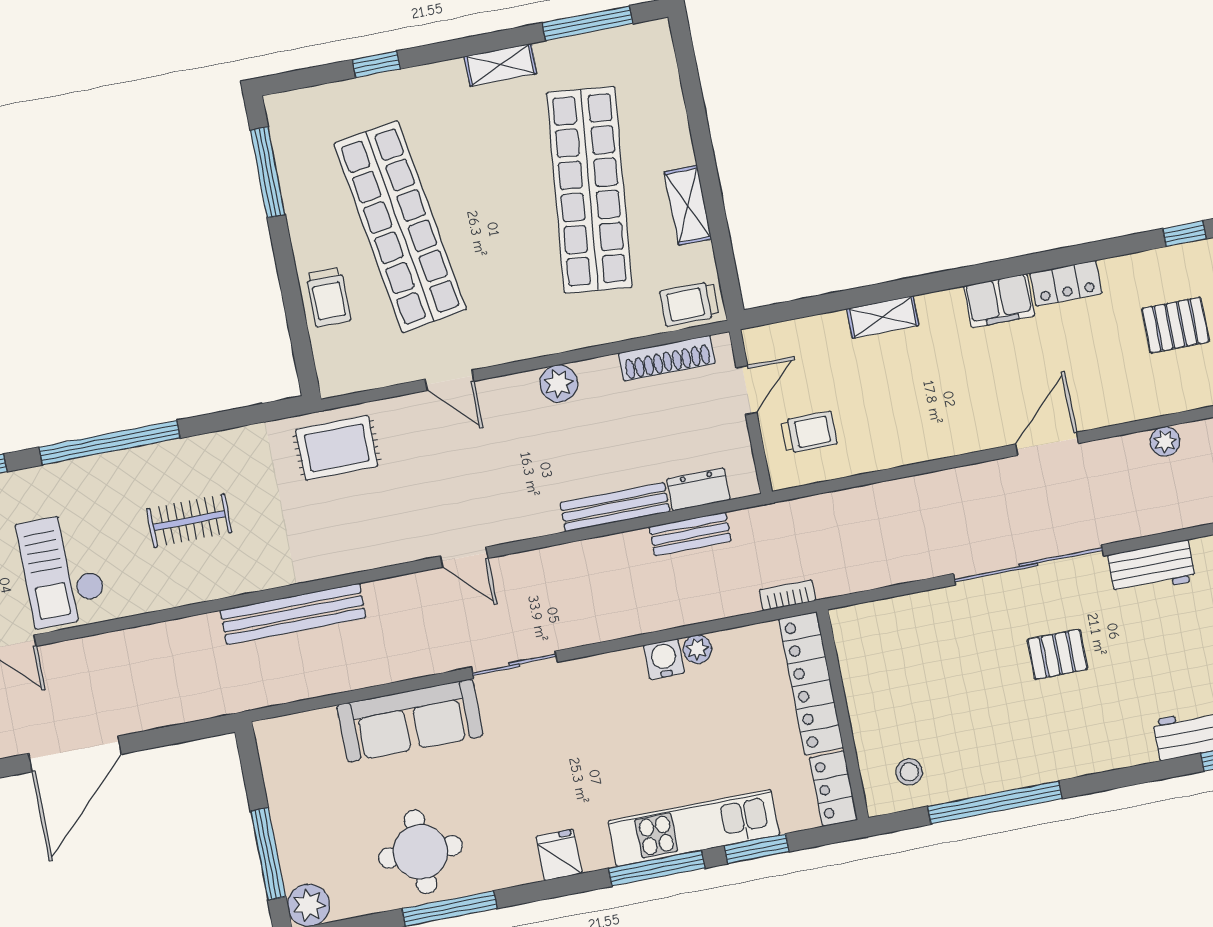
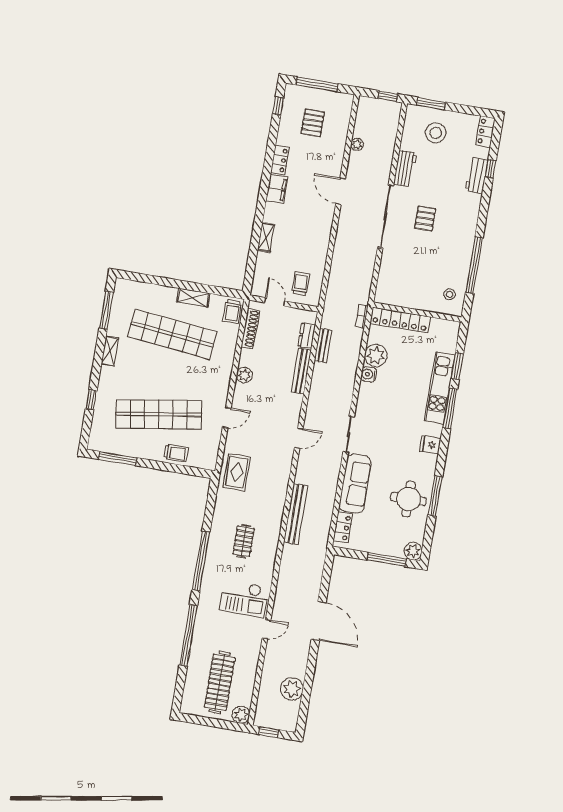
plant: (697, 649) -> (376, 355), width x1.87, depth x1.87
locker: (833, 789) -> (343, 527), moved, turned -90

